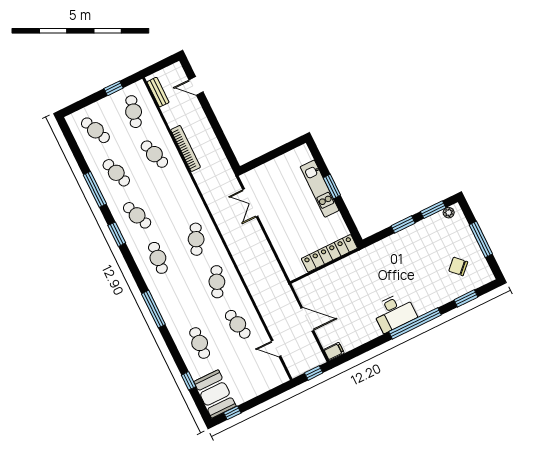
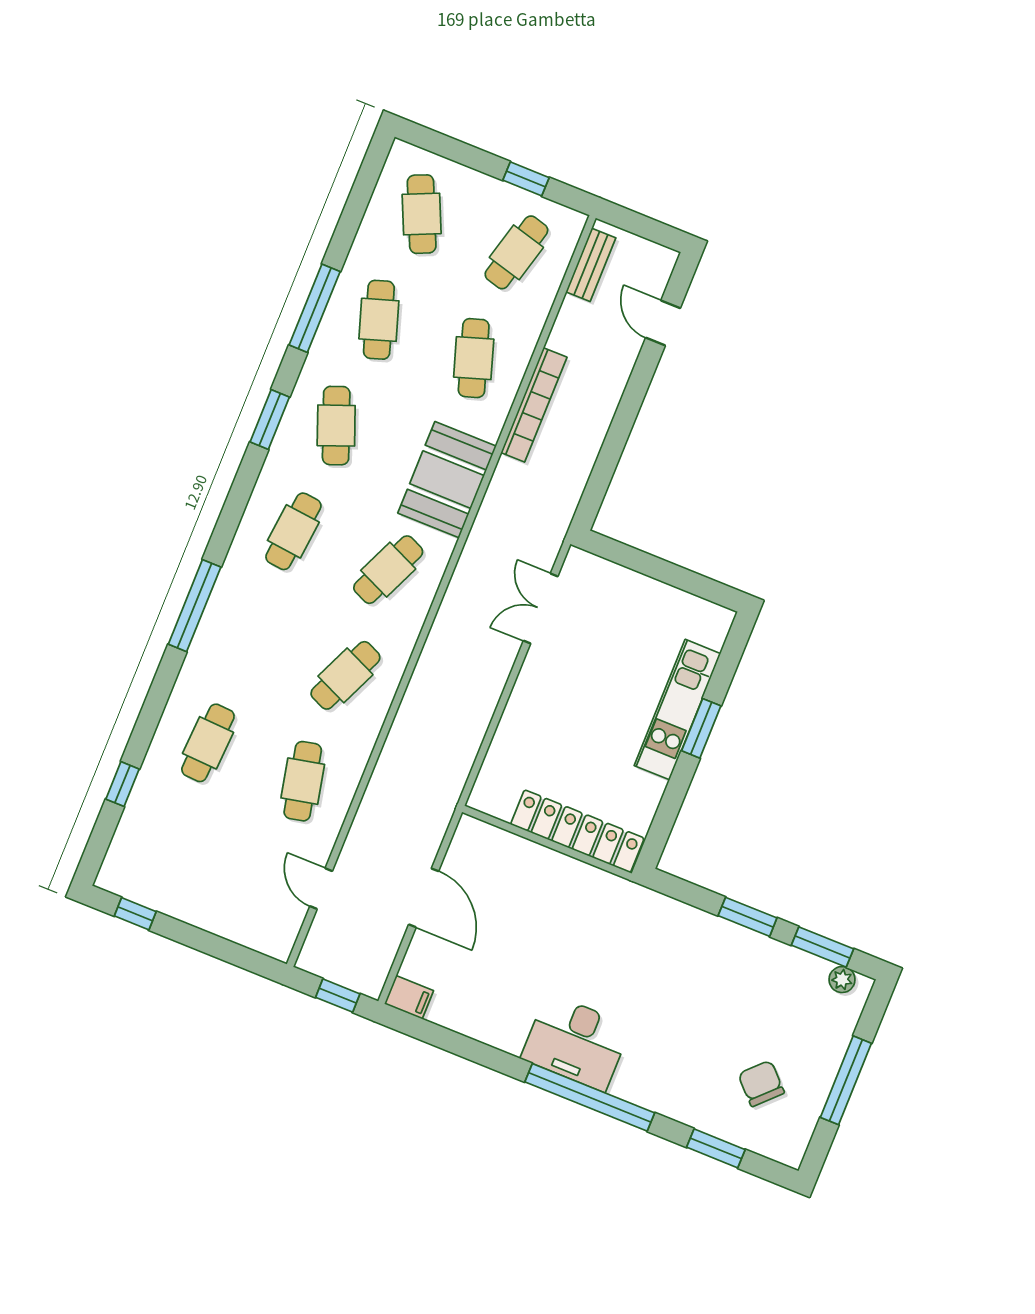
booth: (215, 394) -> (447, 480), moved

